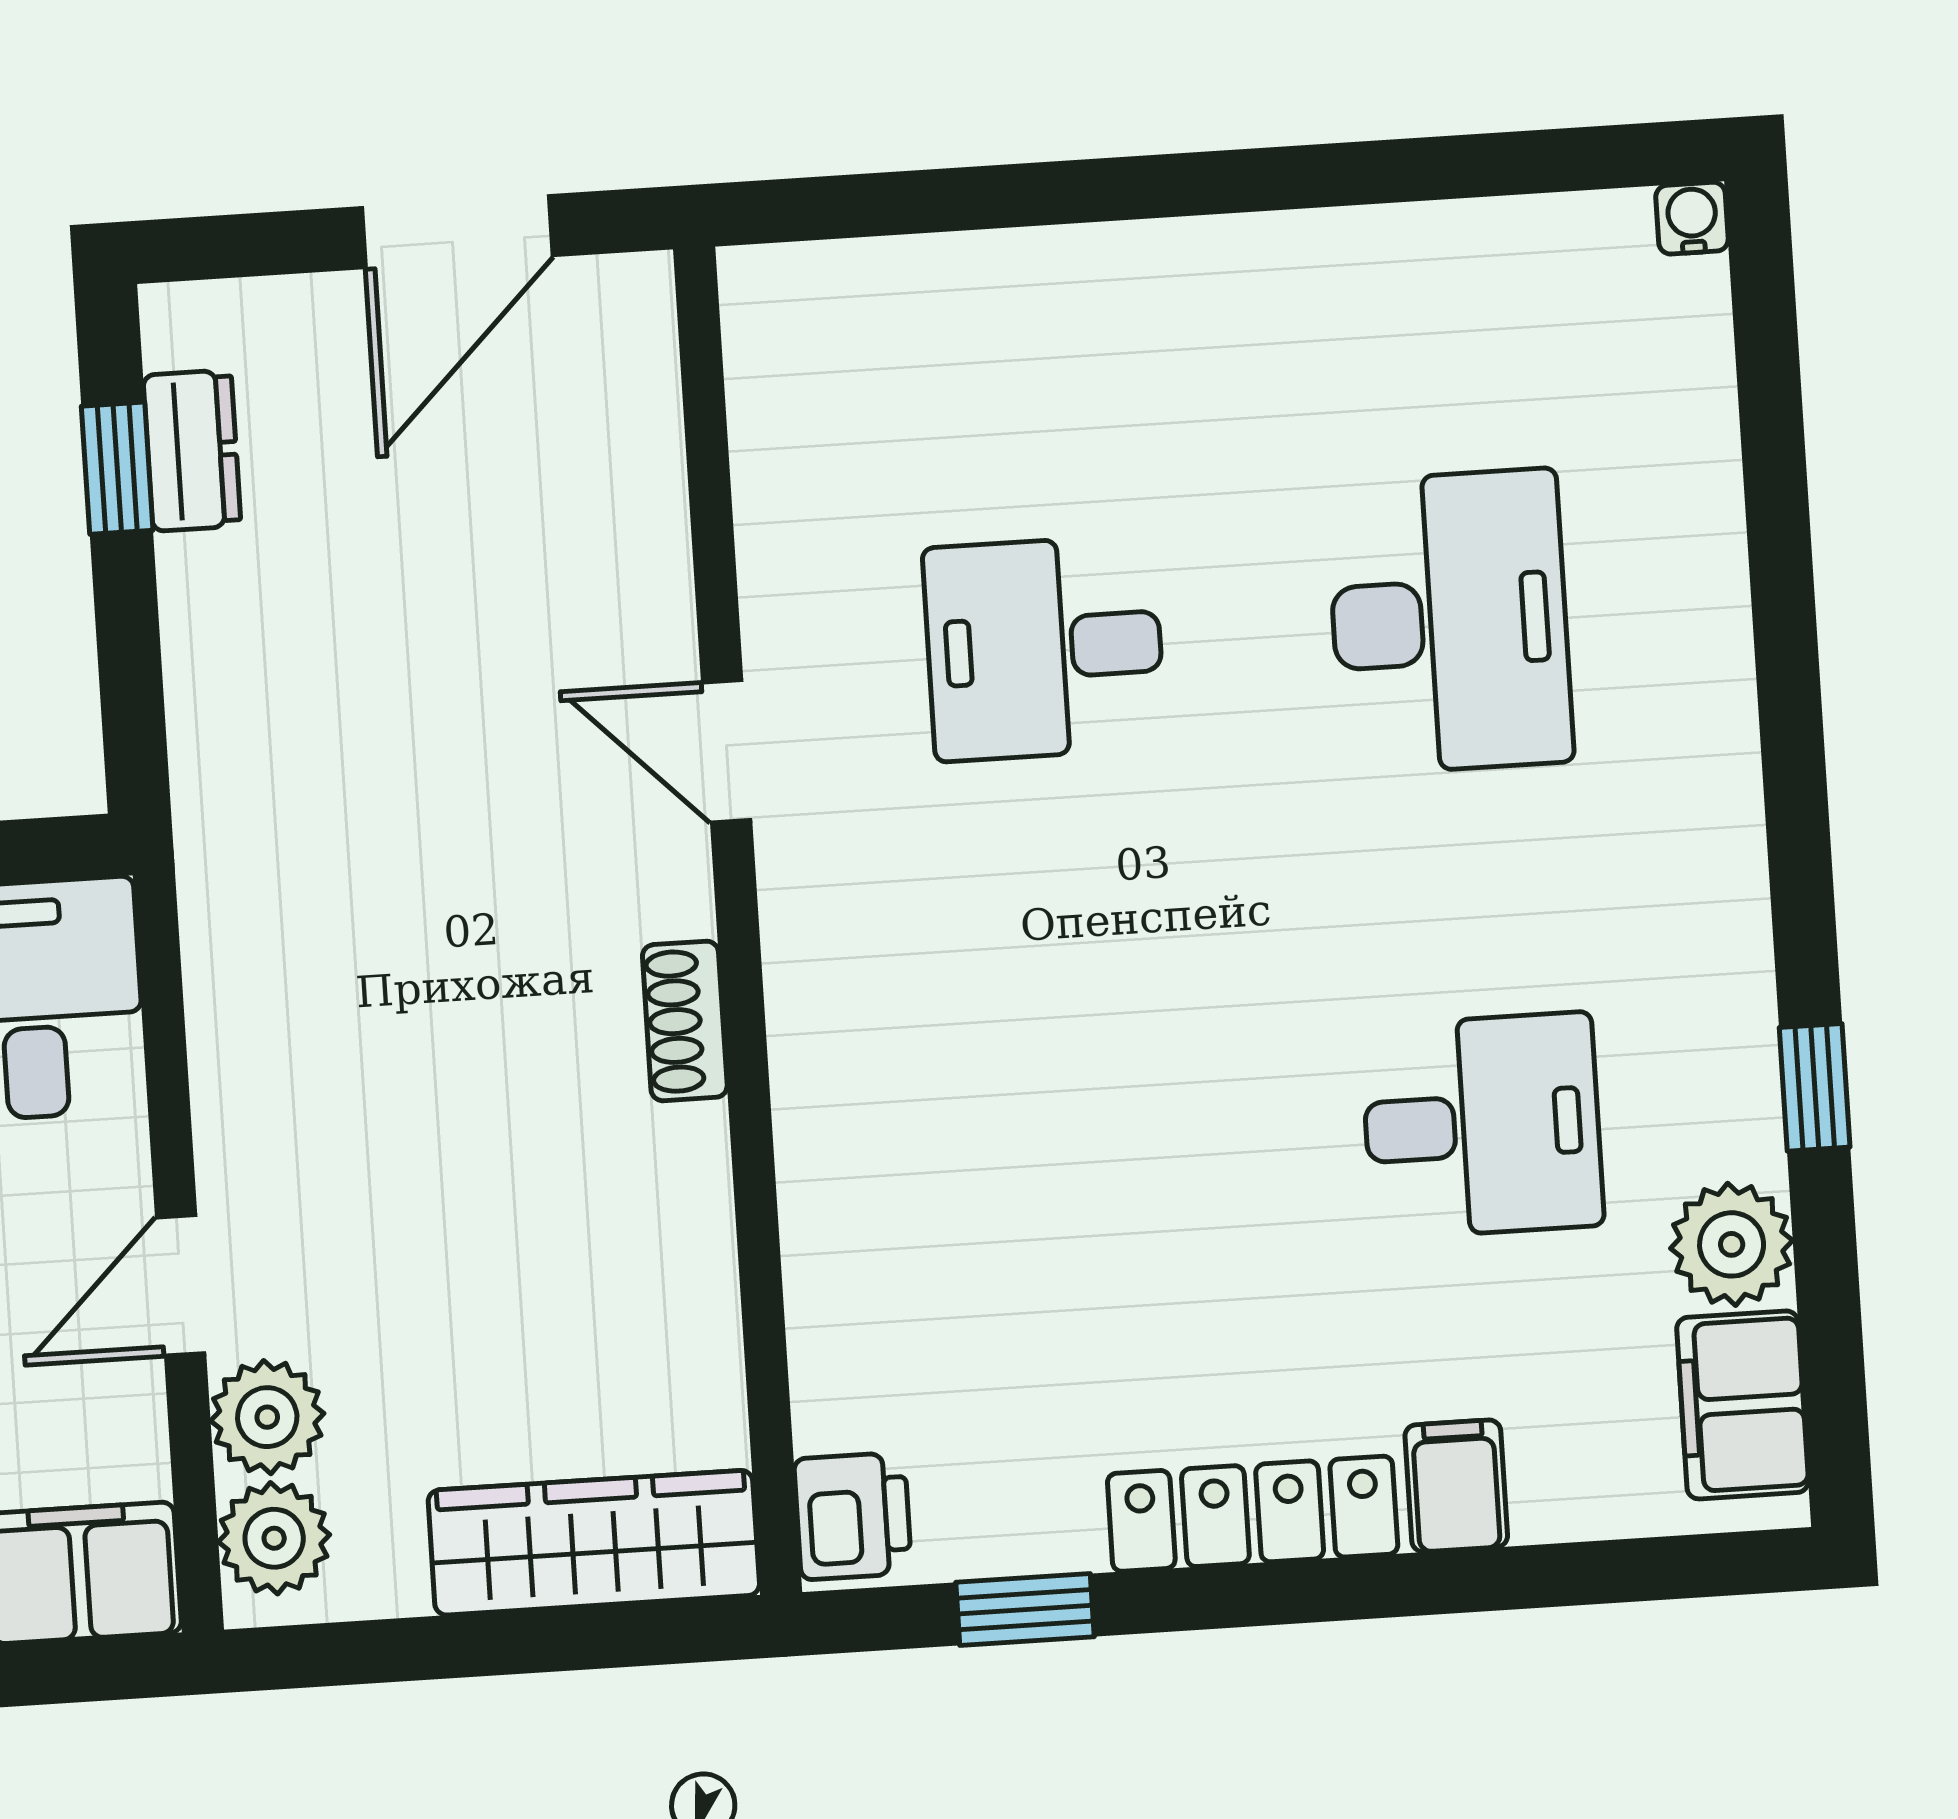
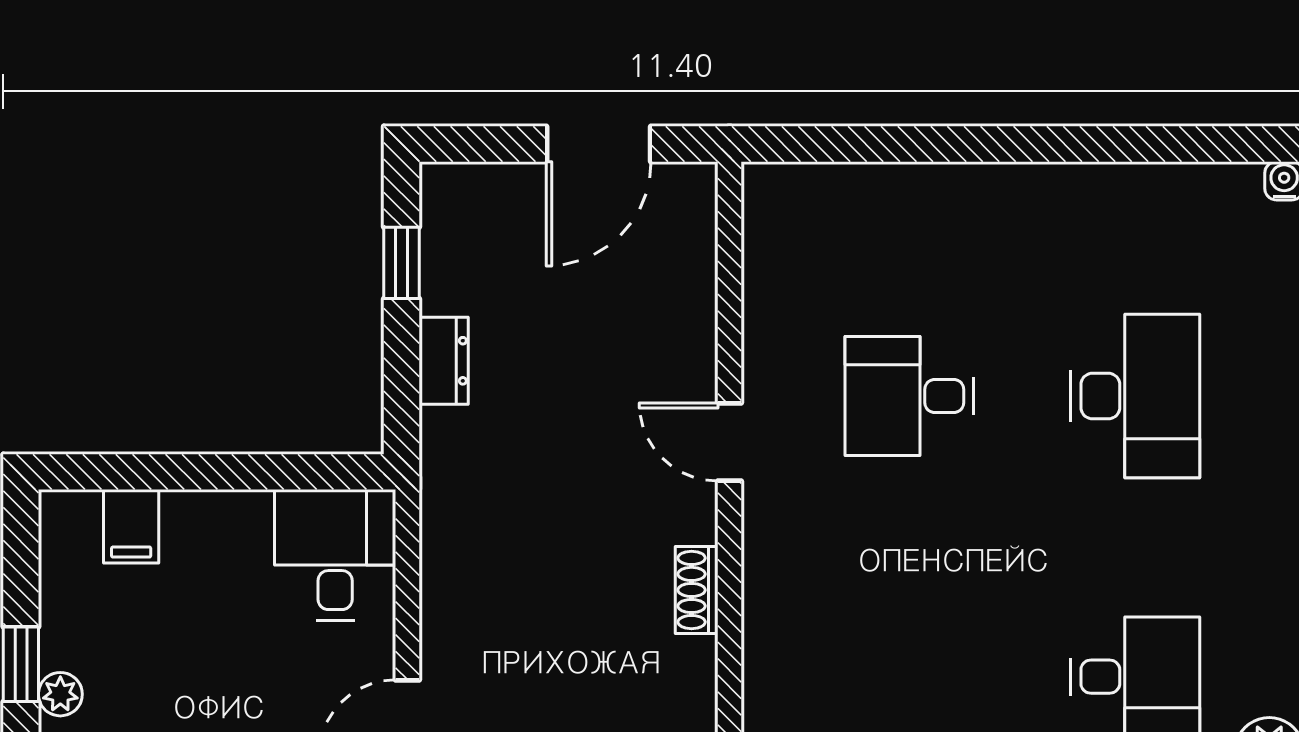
dresser: (192, 451) -> (444, 361), moved

